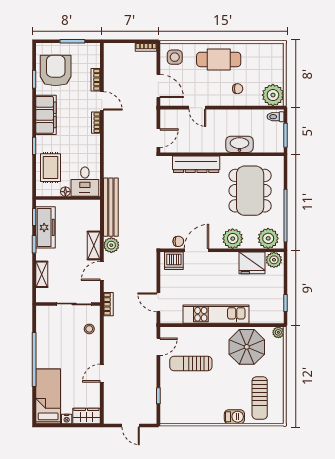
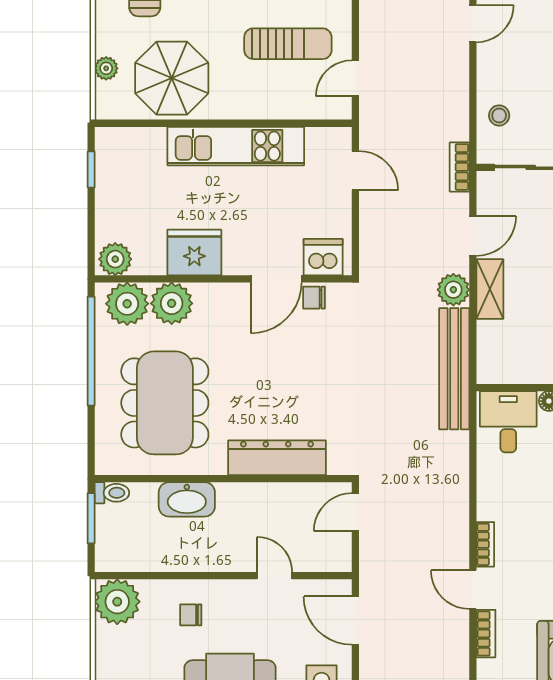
toilet: (276, 117) -> (112, 493), moved
plant: (233, 239) -> (172, 303), moved
fridge: (252, 263) -> (194, 253), moved
plant: (278, 332) -> (106, 68), moved

